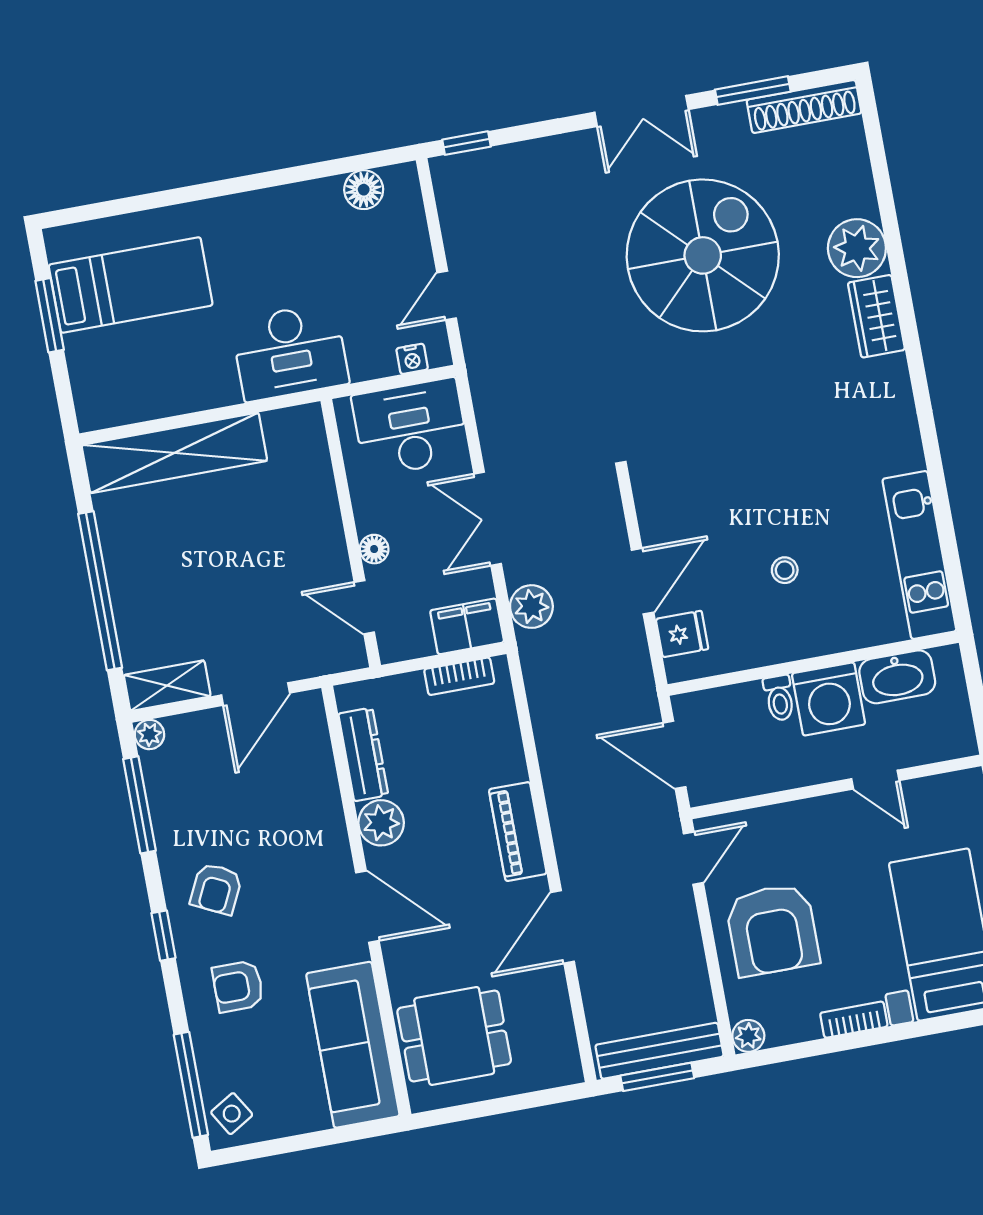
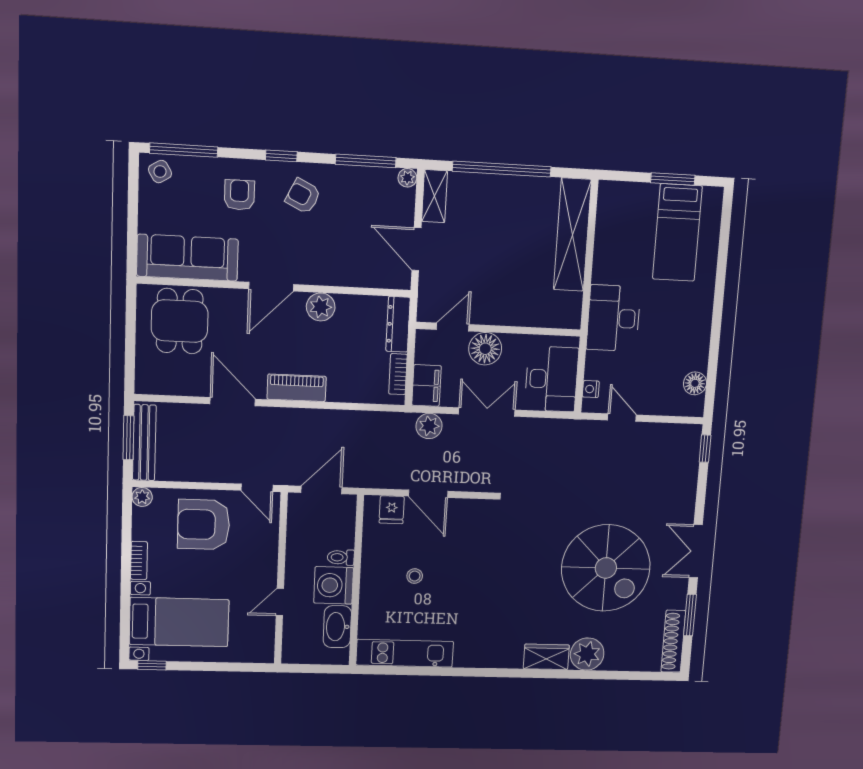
floor lamp: (374, 549) -> (485, 349), width x1.89, depth x1.89
dresser: (363, 754) -> (398, 324), moved, turned 90

